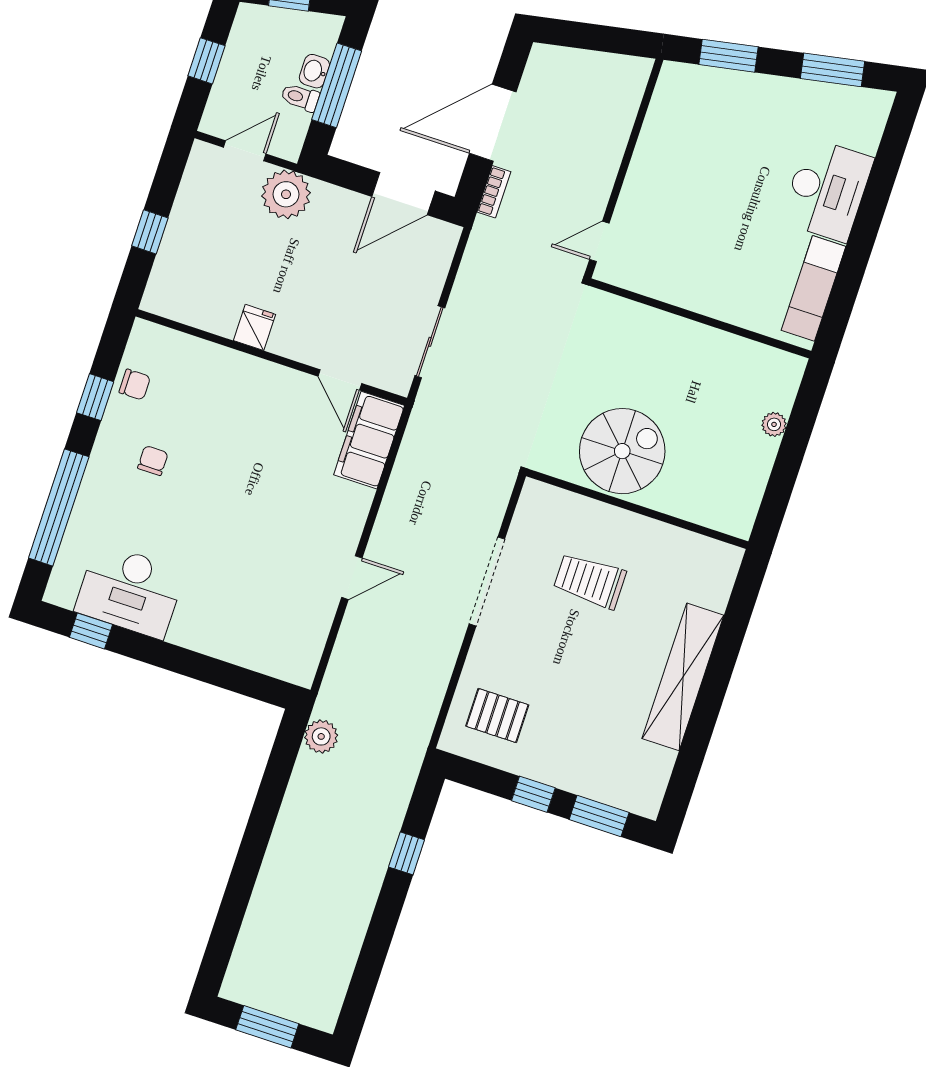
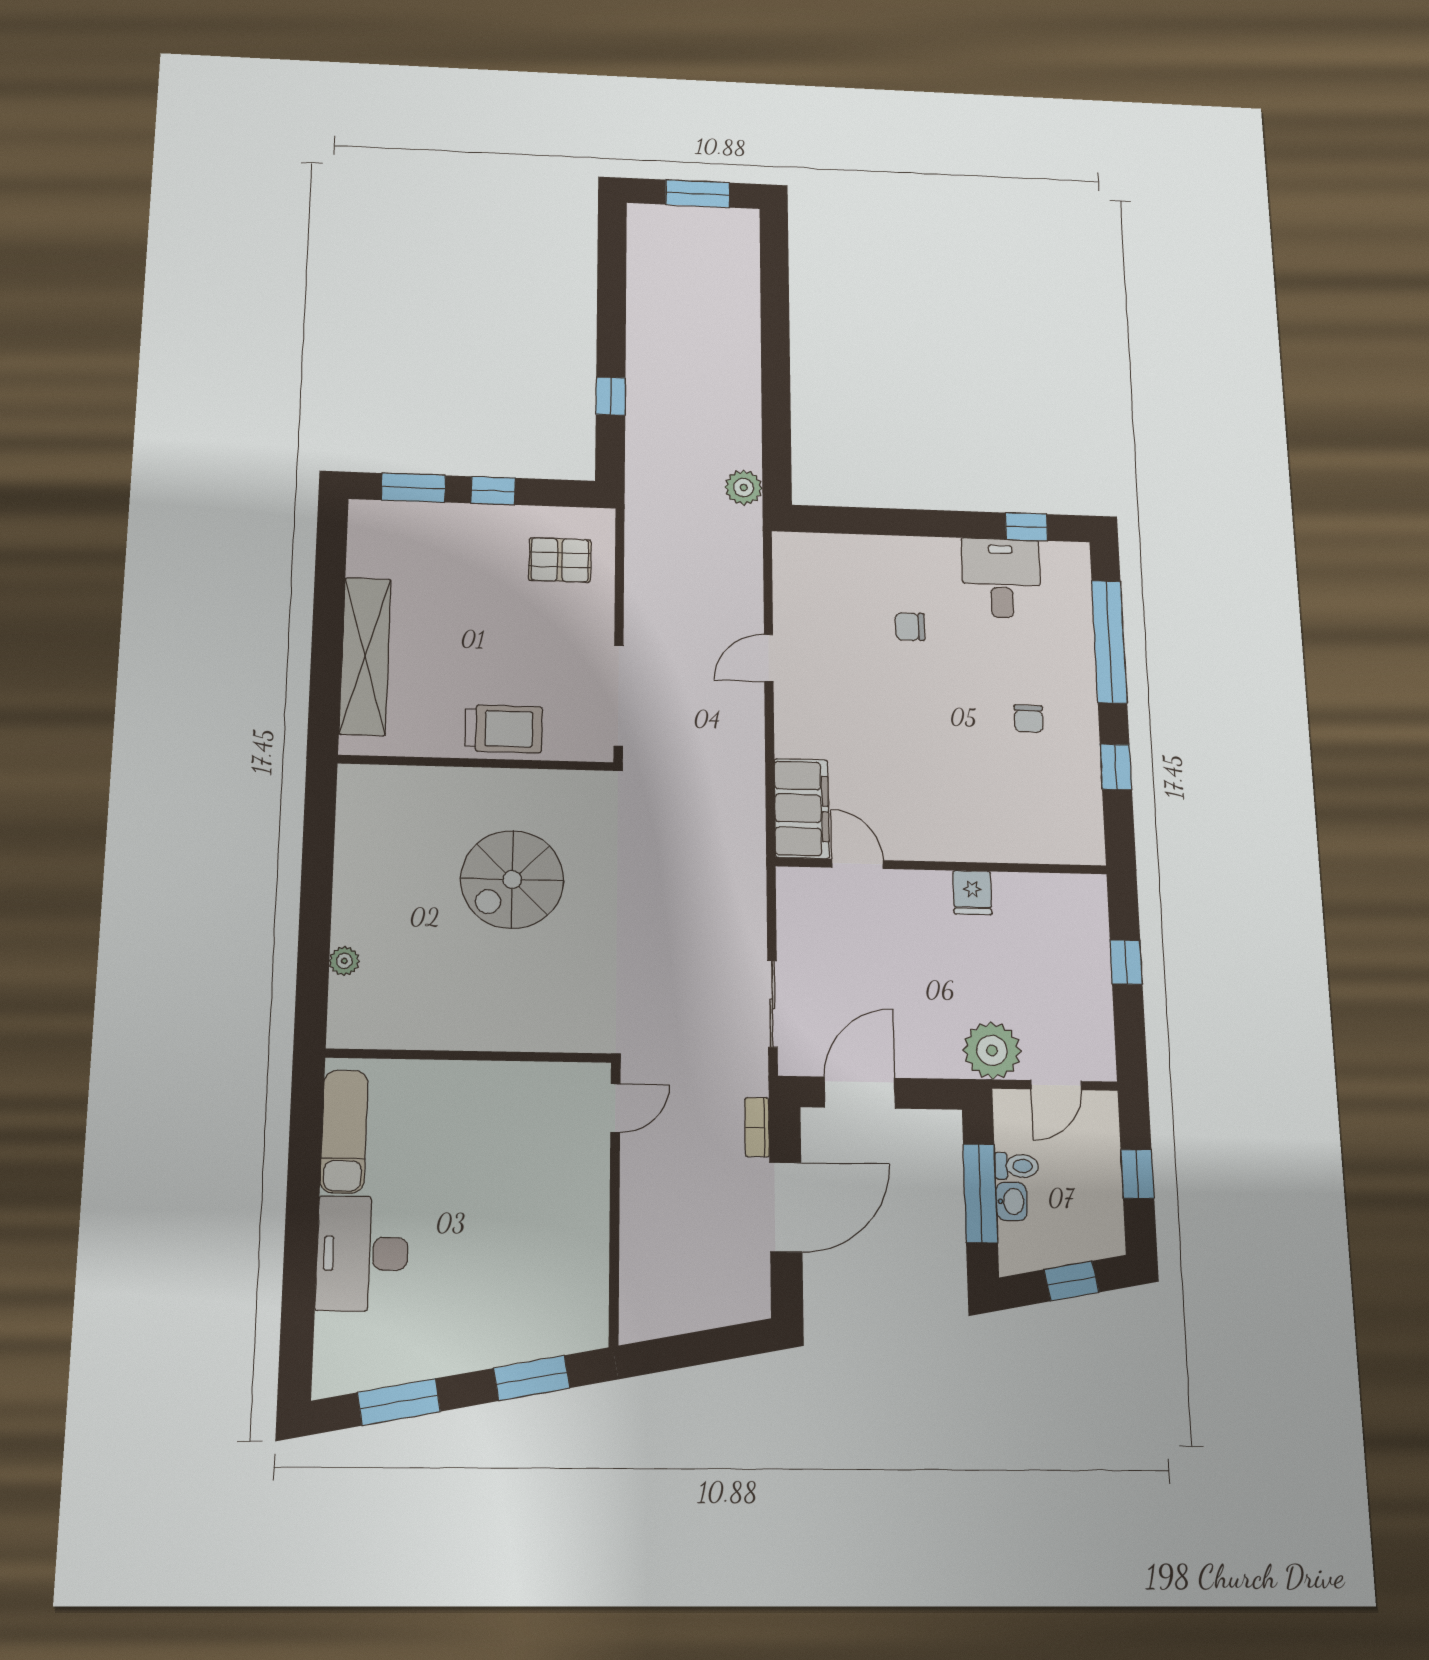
sliding door: (430, 342) -> (772, 1004), moved
chair: (135, 385) -> (910, 627), moved
wall: (637, 509) -> (476, 763), moved
desk: (130, 591) -> (1001, 578), width x0.73

